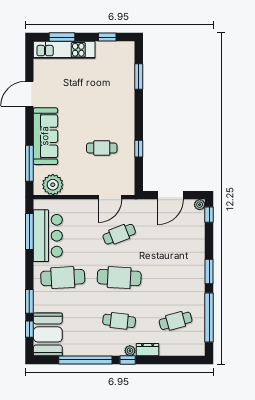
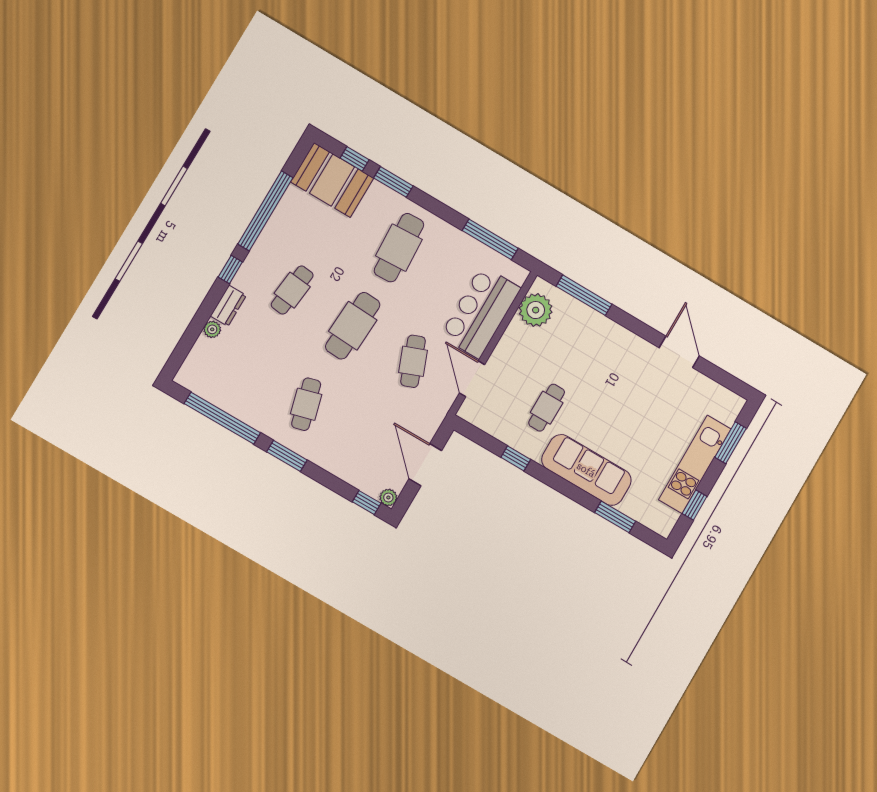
kitchen unit: (64, 50) -> (695, 464), moved
sofa: (45, 136) -> (586, 470), moved, turned 180
bar counter: (48, 236) -> (481, 312), moved, turned 90
cafe table: (176, 321) -> (306, 404), moved
plant: (130, 351) -> (212, 329), moved

